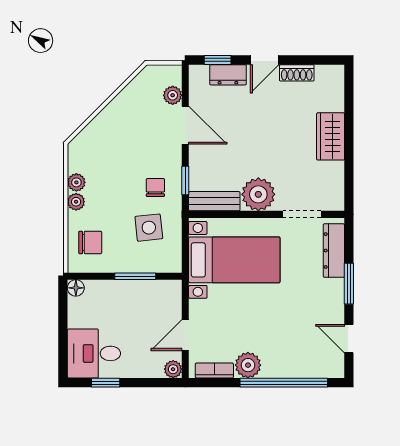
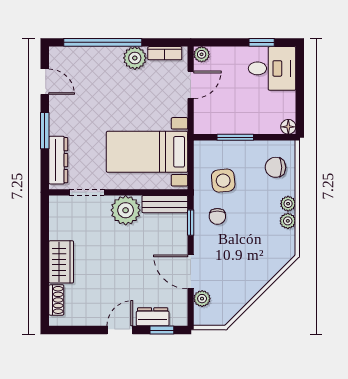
shoe rack: (297, 73) -> (56, 300), moved, turned 90

